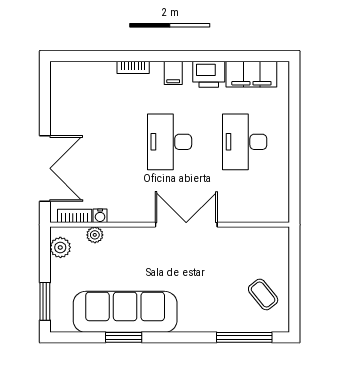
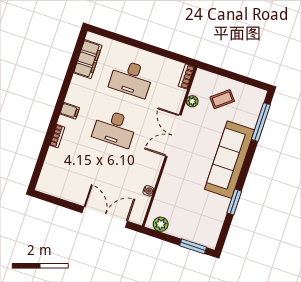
printer: (209, 74) -> (78, 87), removed
bookcase: (75, 216) -> (186, 77), moved
plant: (95, 235) -> (192, 101), moved
coffee table: (263, 294) -> (222, 99), moved
sofa: (125, 312) -> (230, 160), moved

